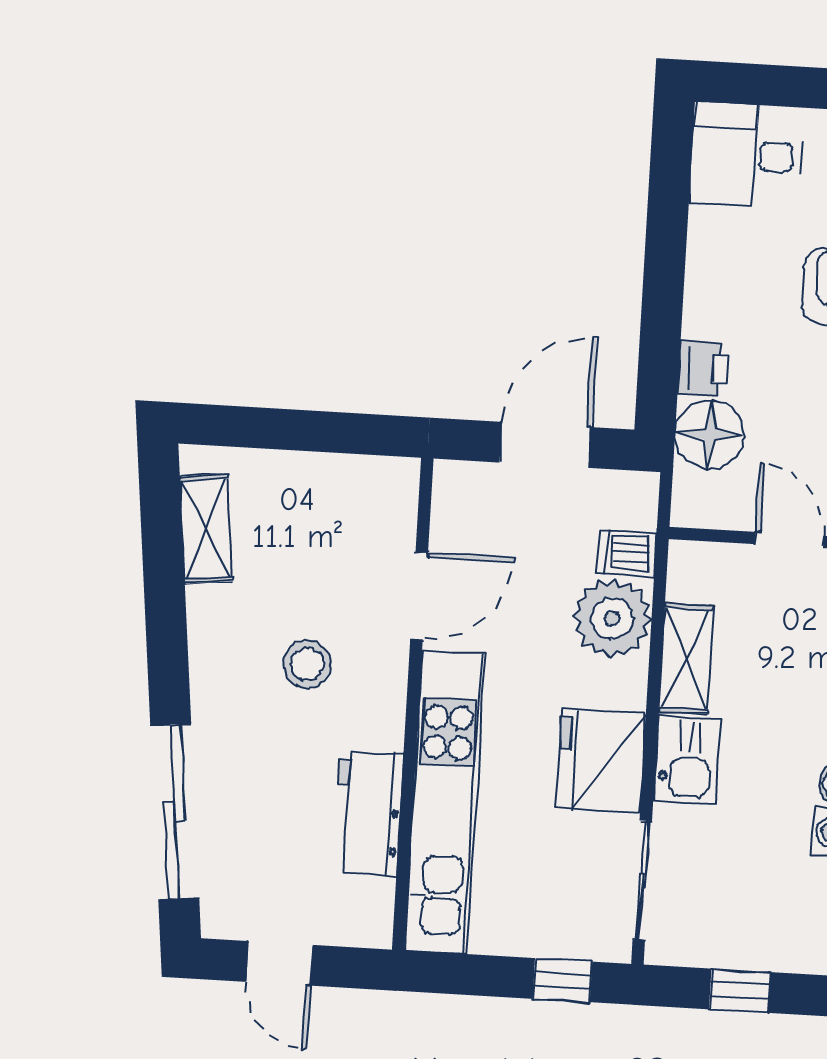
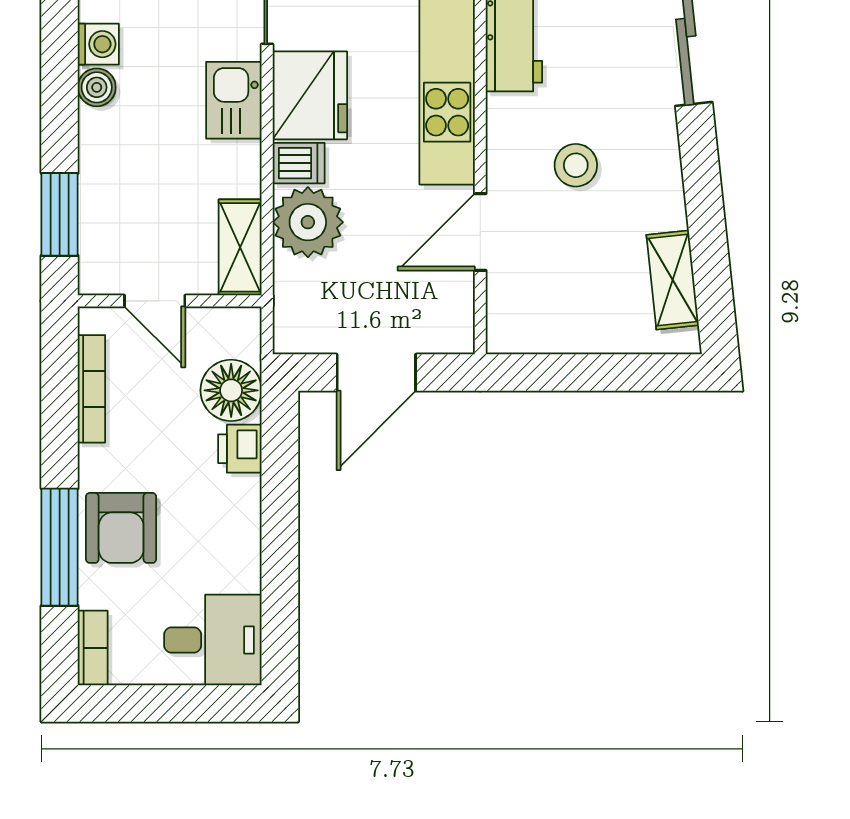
dishwasher: (626, 553) -> (299, 163), moved
shelving: (686, 658) -> (240, 247), moved

